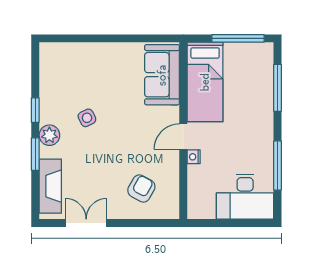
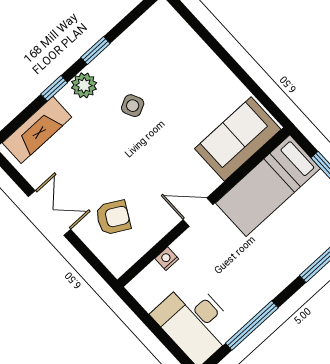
window: (35, 154) -> (54, 88), width x0.67
nightstand: (194, 157) -> (167, 259), moved
double door: (86, 223) -> (50, 213), moved

